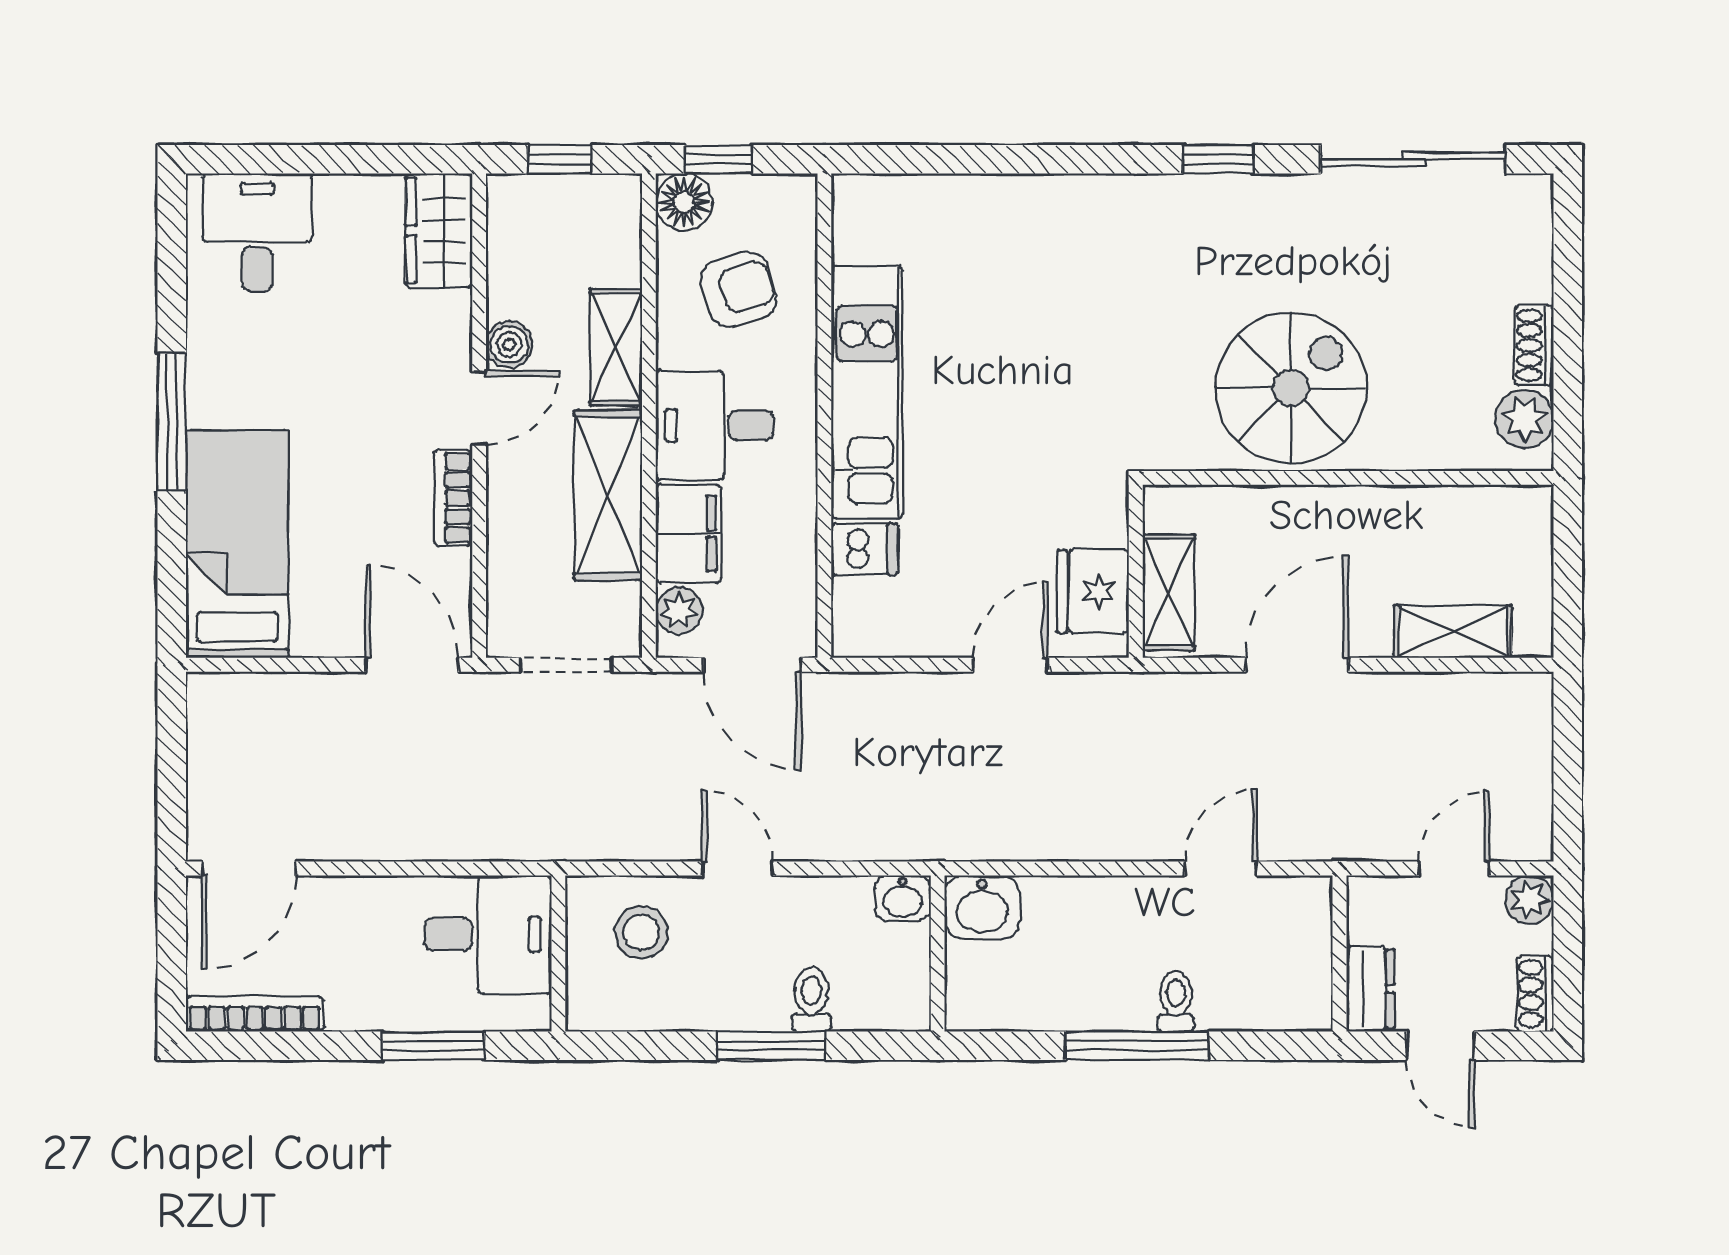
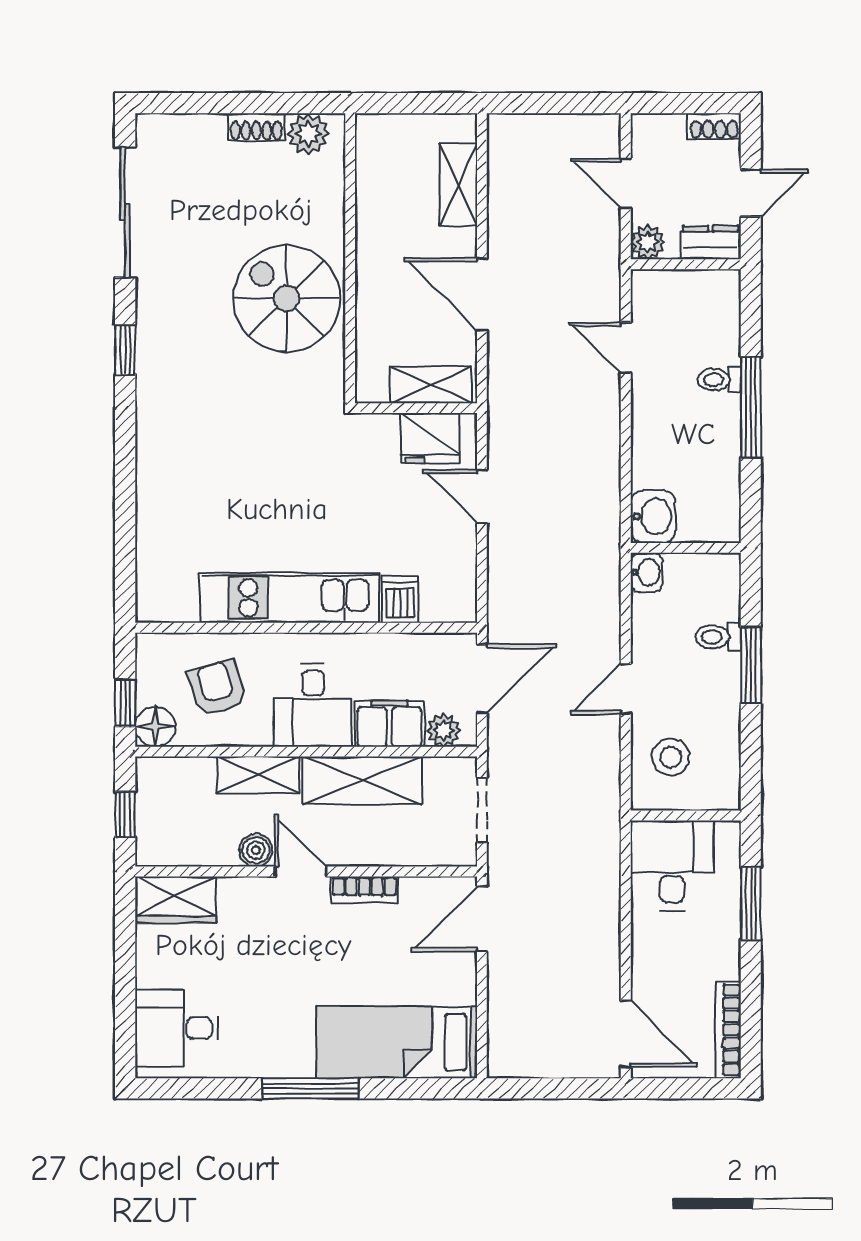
plant: (1529, 900) -> (648, 242), moved

